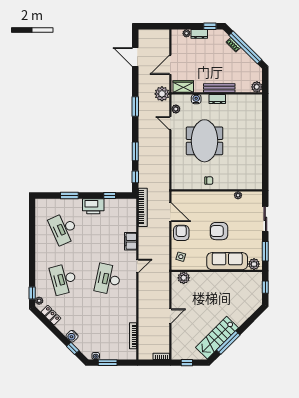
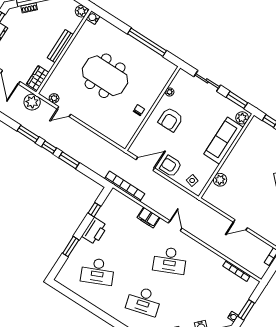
water cooler: (196, 99) -> (93, 18), moved
dresser: (217, 99) -> (69, 54), removed
meeting table: (205, 141) -> (105, 76), moved
window: (265, 153) -> (147, 42), added
window: (135, 177) -> (49, 147), moved
armchair: (219, 231) -> (171, 120), moved
plant: (184, 278) -> (220, 180), moved
desk: (108, 279) -> (170, 260), turned -36
door: (170, 316) -> (240, 225), swing flipped

